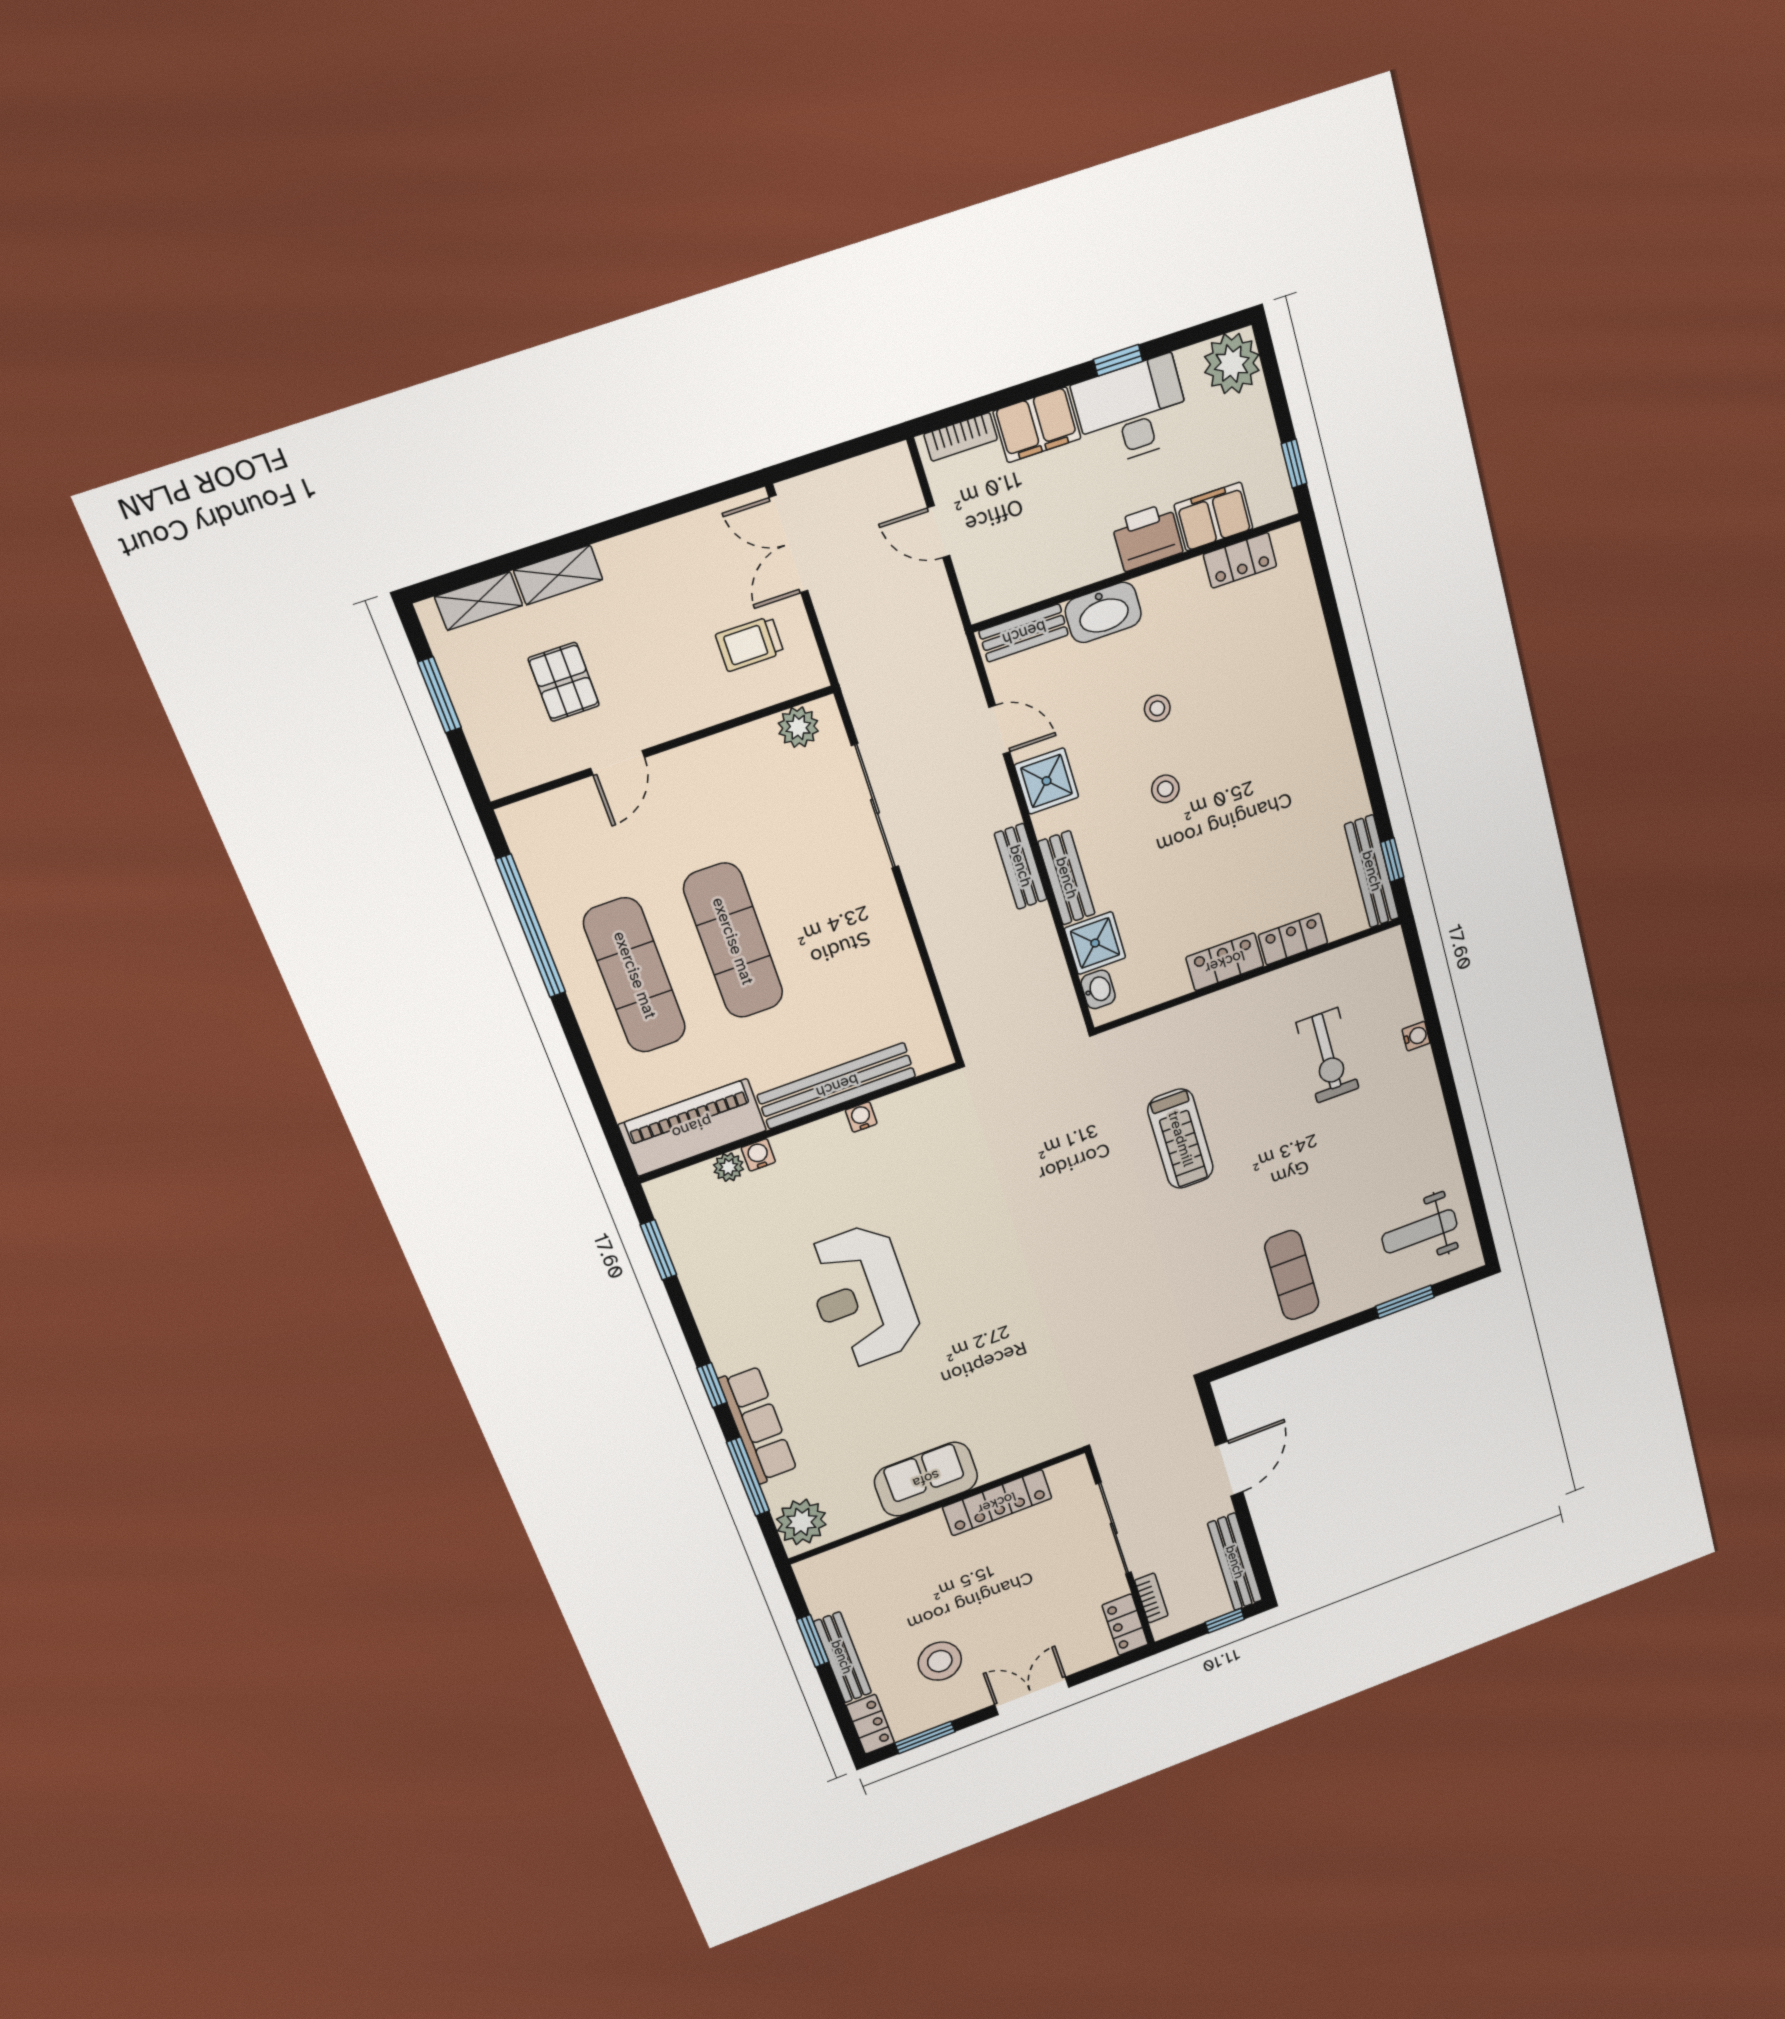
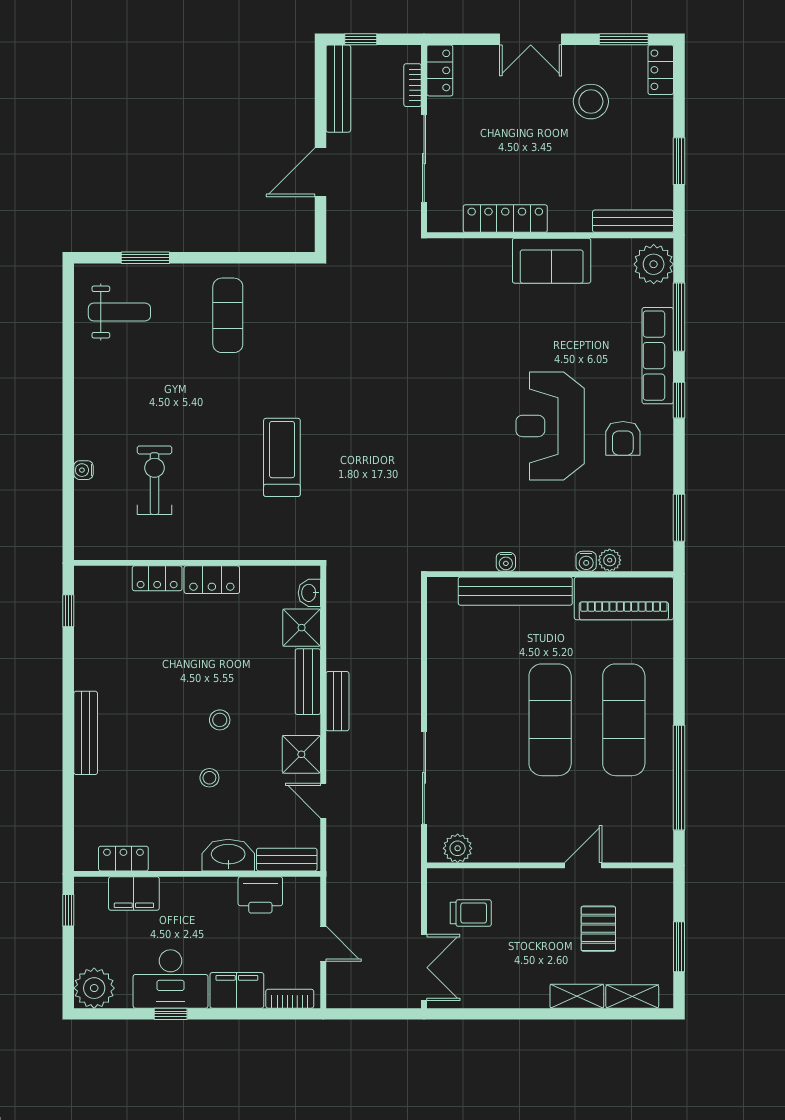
printer: (1147, 537) -> (260, 895), moved
bench: (1372, 871) -> (86, 733), moved
reception desk: (862, 1296) -> (550, 426), turned 180
armchair: (766, 1316) -> (623, 438), added
bench: (842, 1657) -> (633, 221), moved, turned 90

